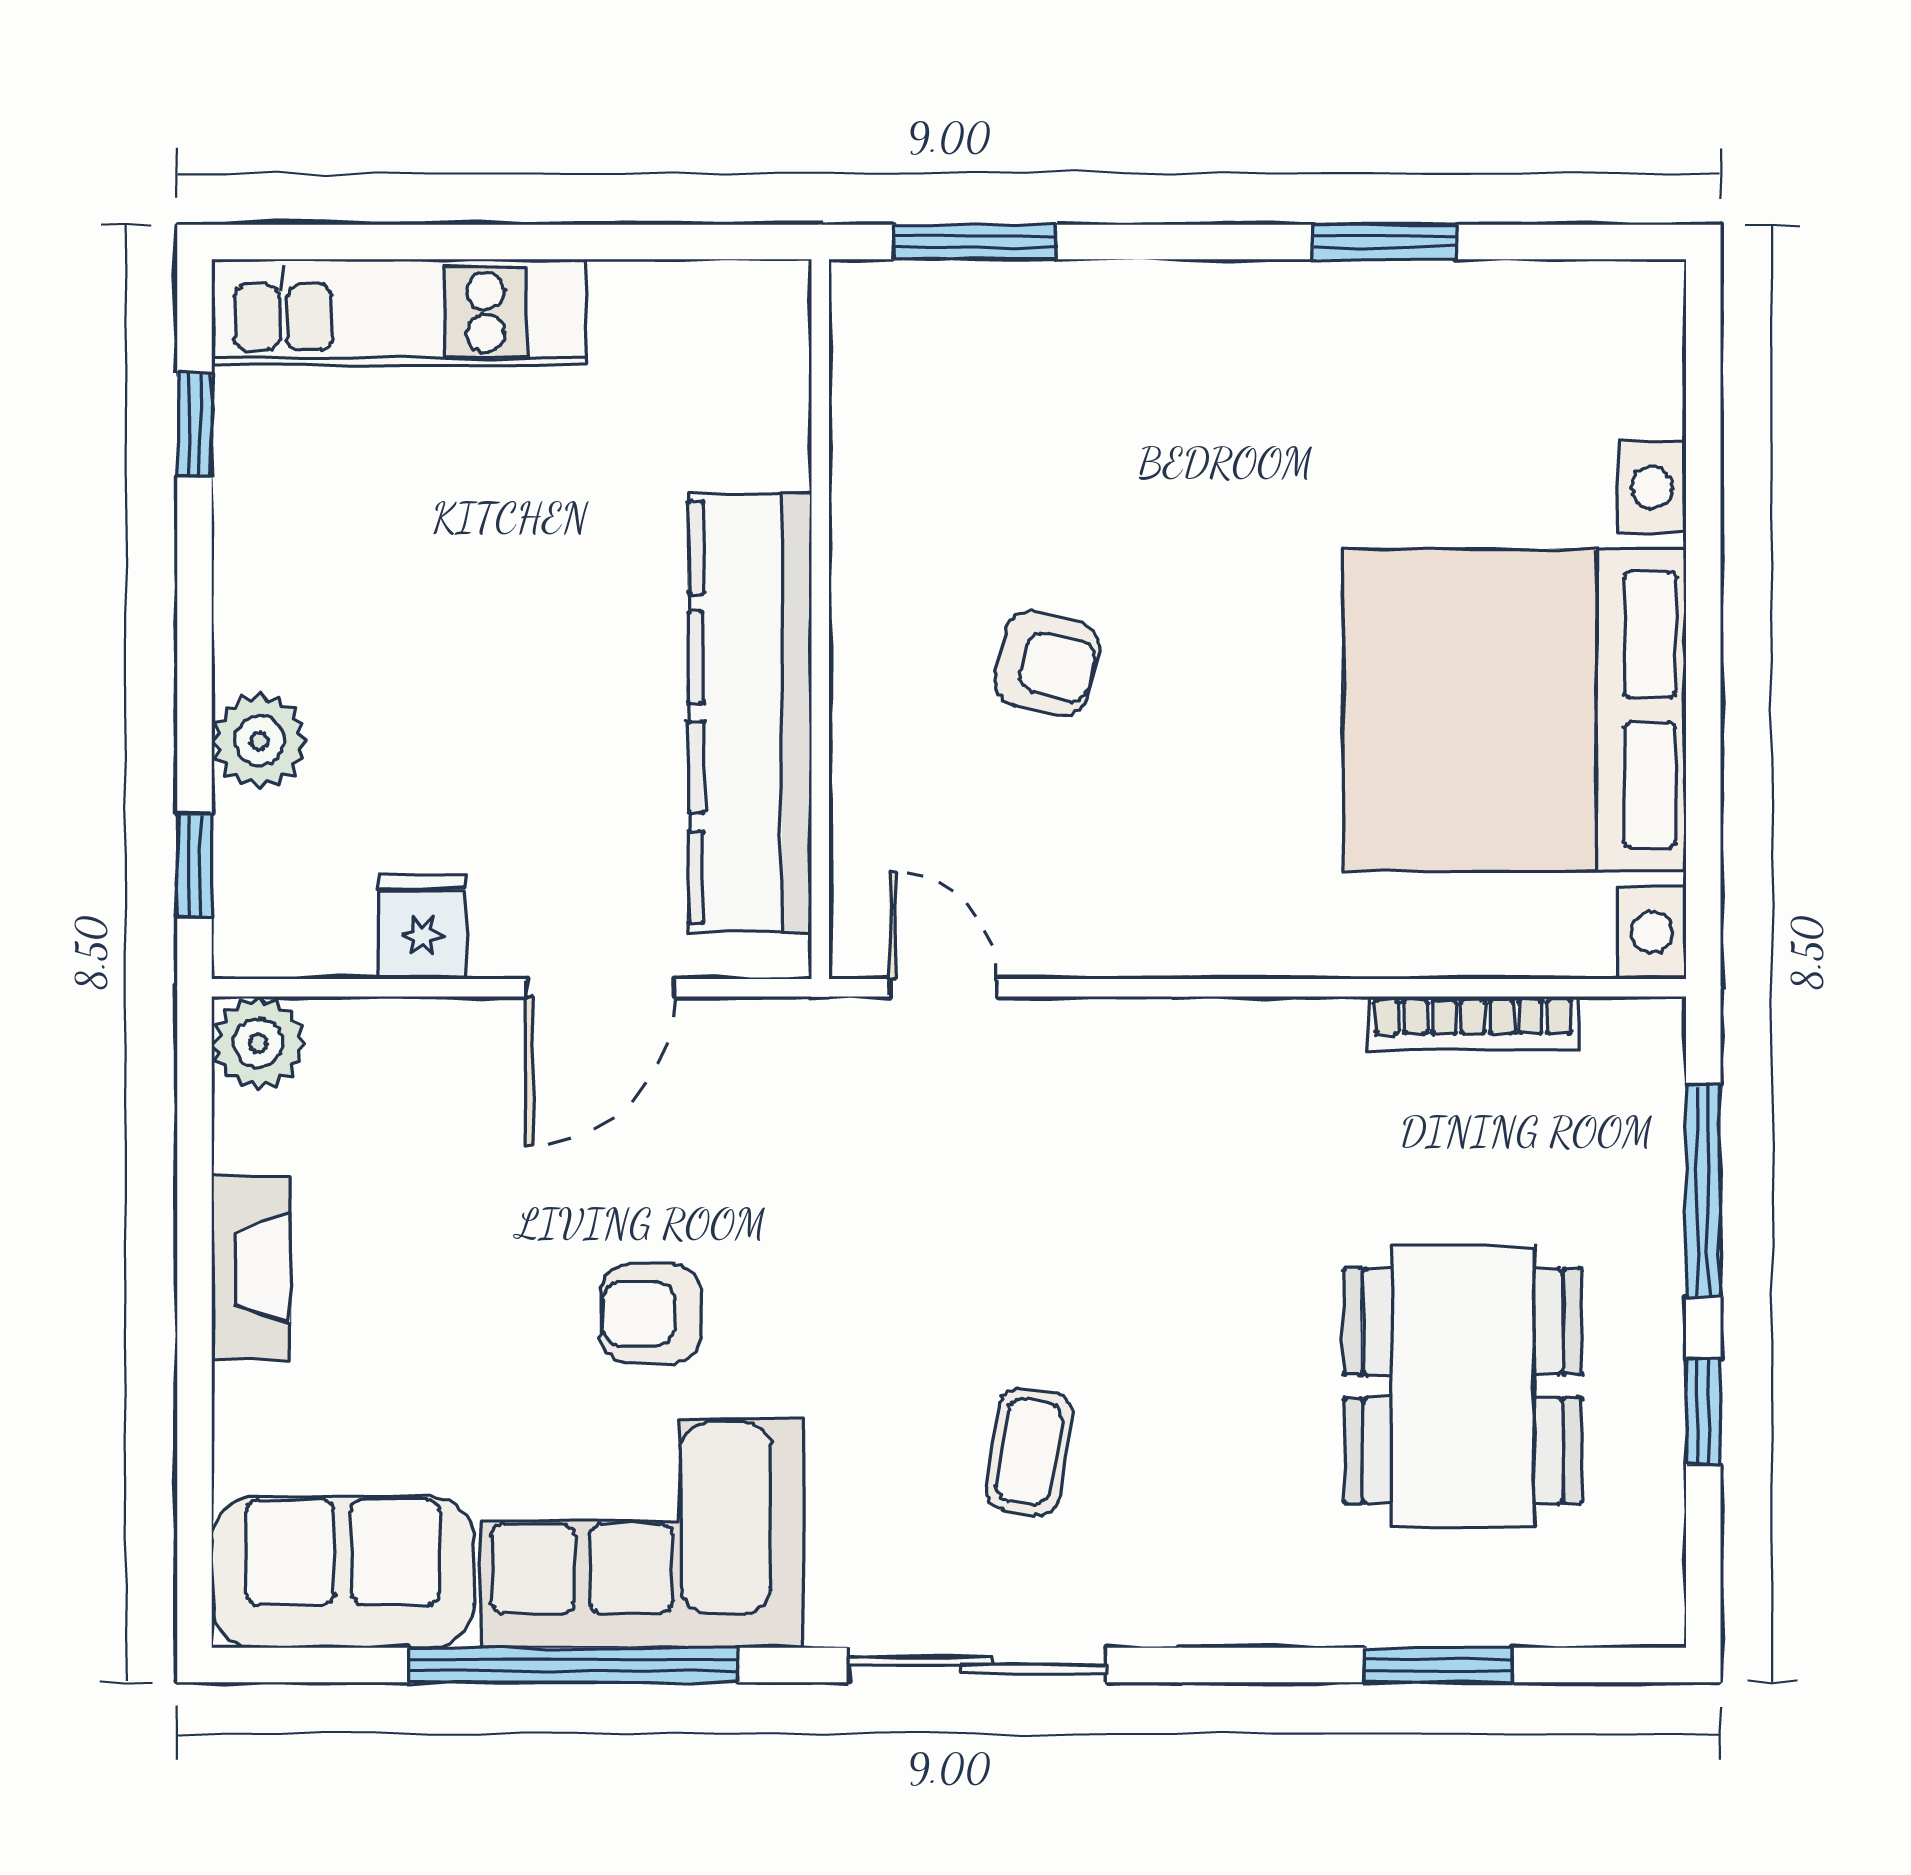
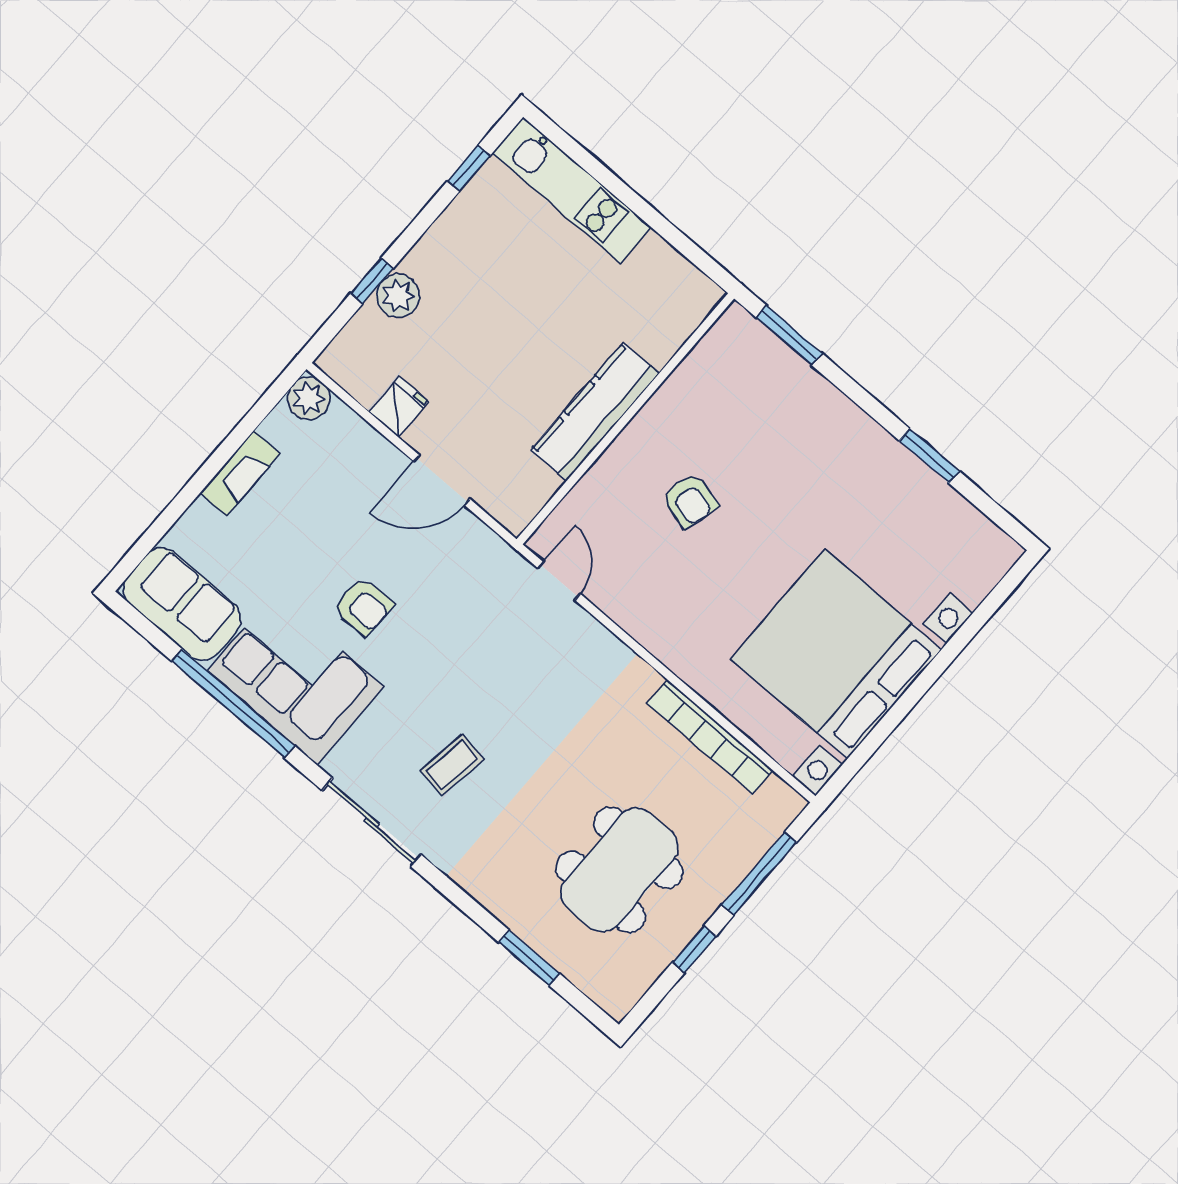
kitchen counter: (750, 713) -> (595, 412), width x0.72, depth x0.86
window: (194, 865) -> (372, 281), moved
bookcase: (1473, 1023) -> (710, 737), width x1.48, depth x1.31
armchair: (651, 1314) -> (363, 606), turned 180

